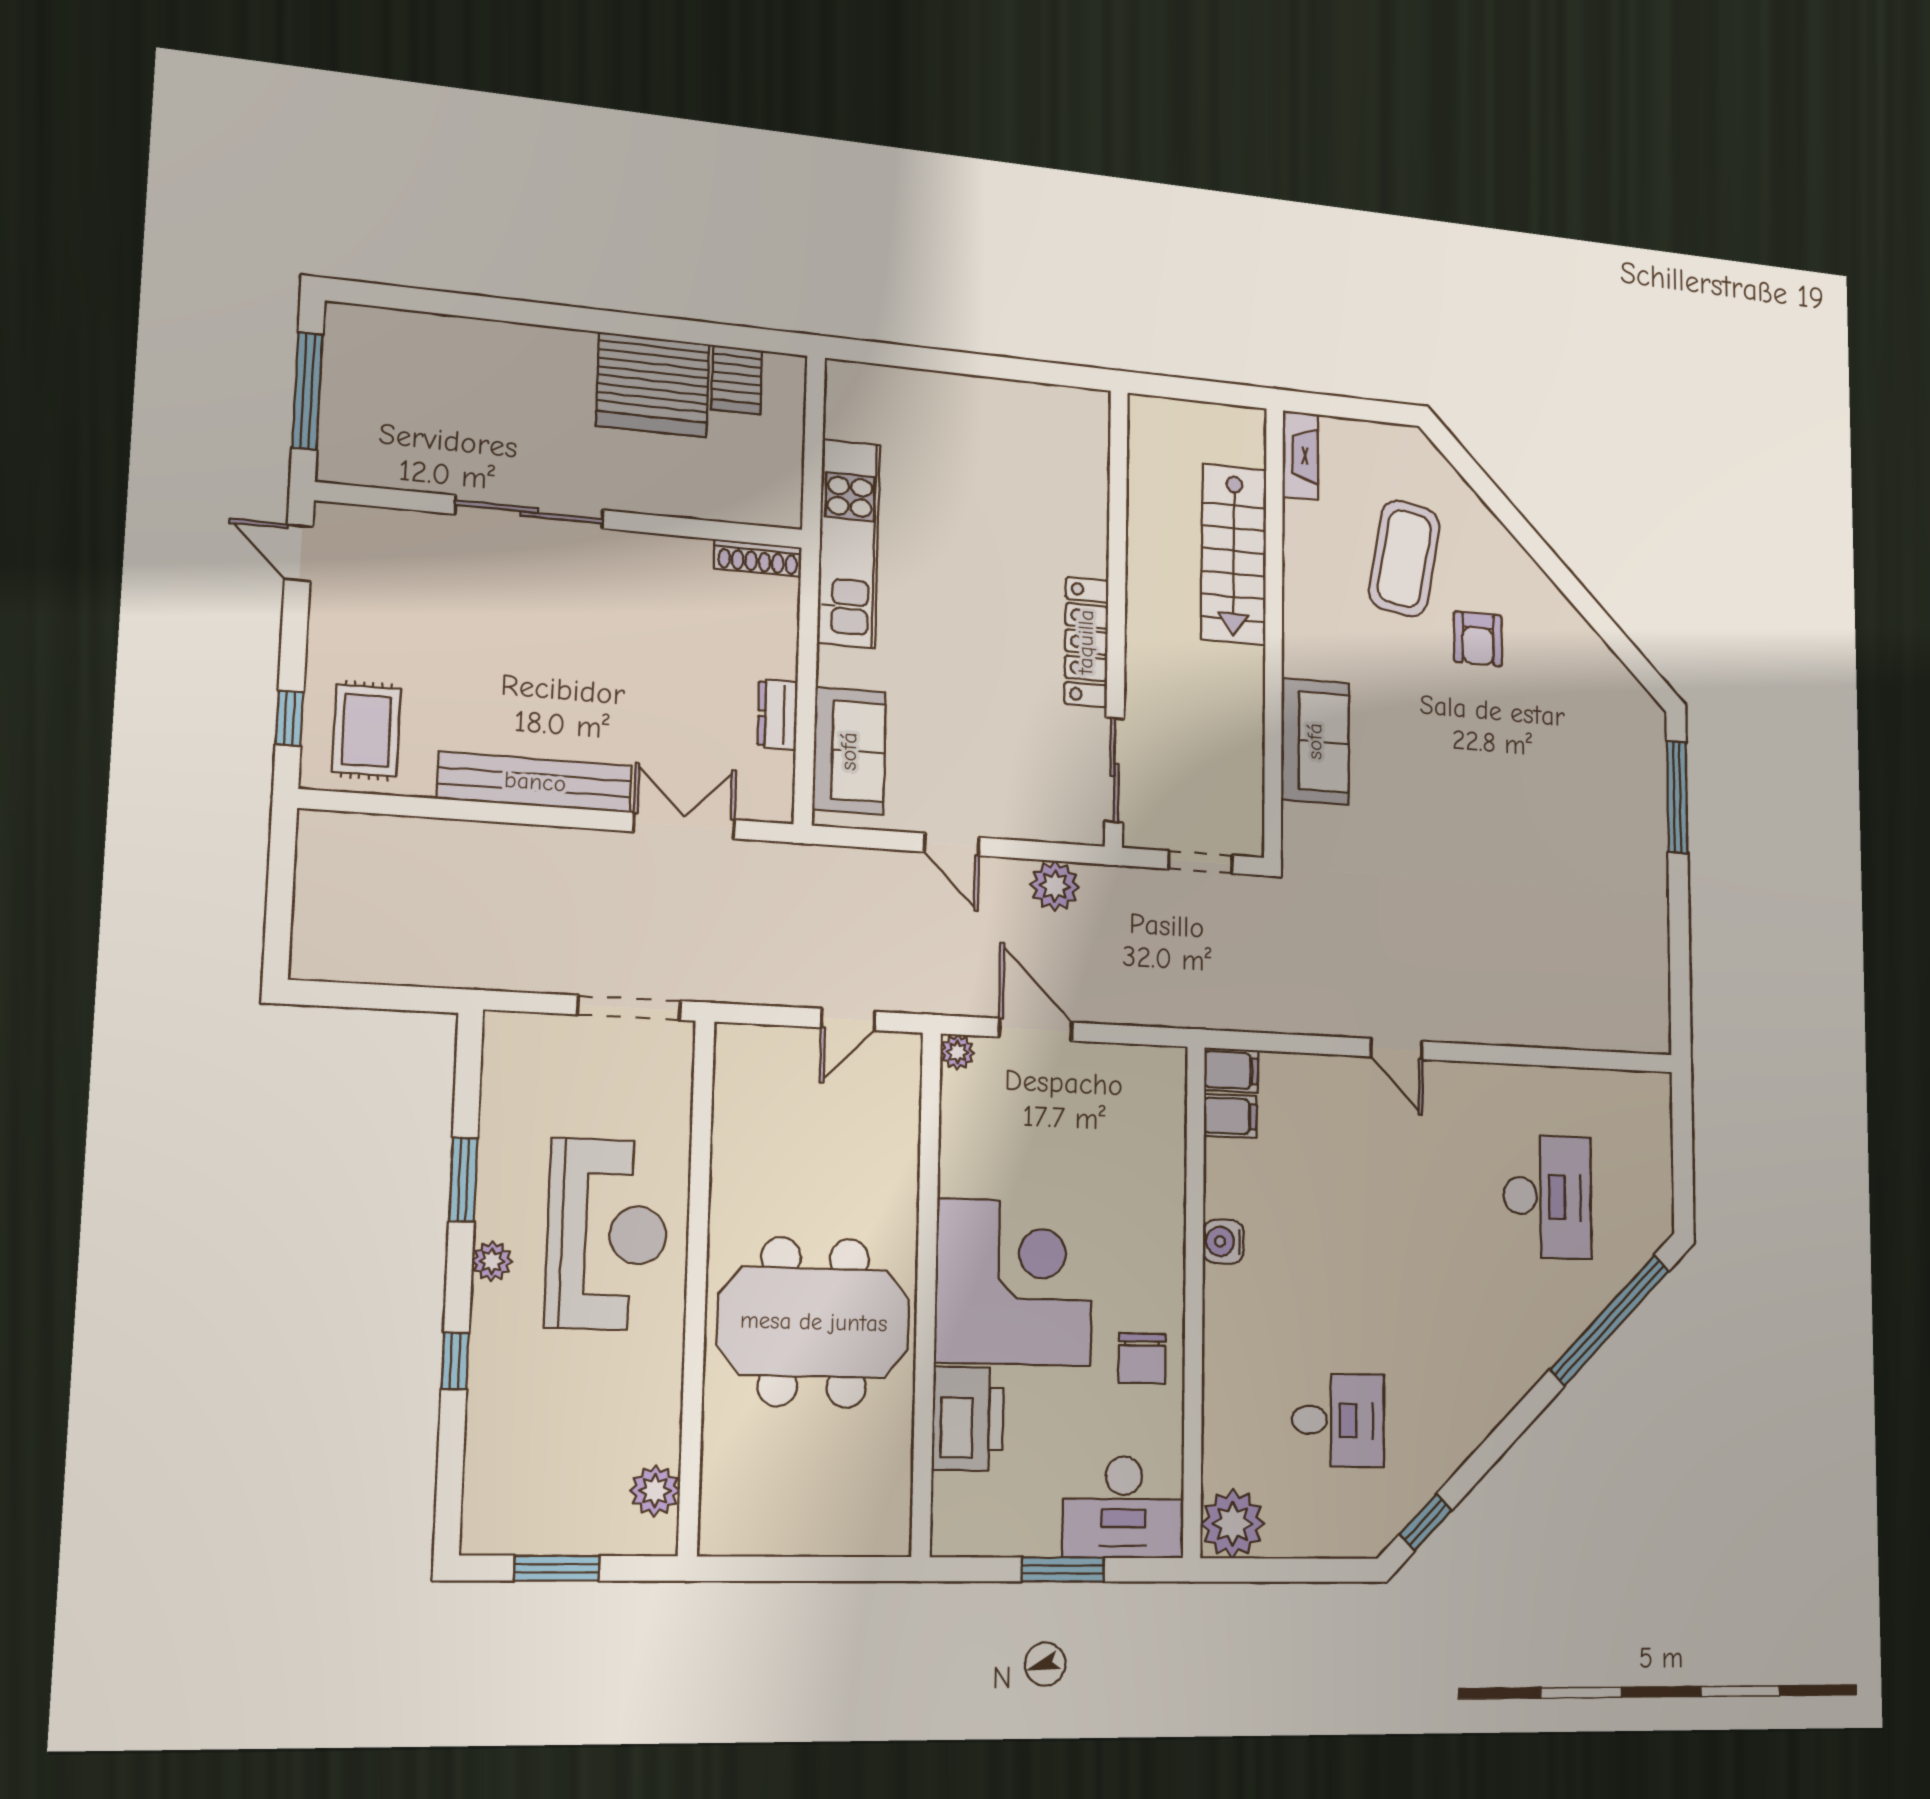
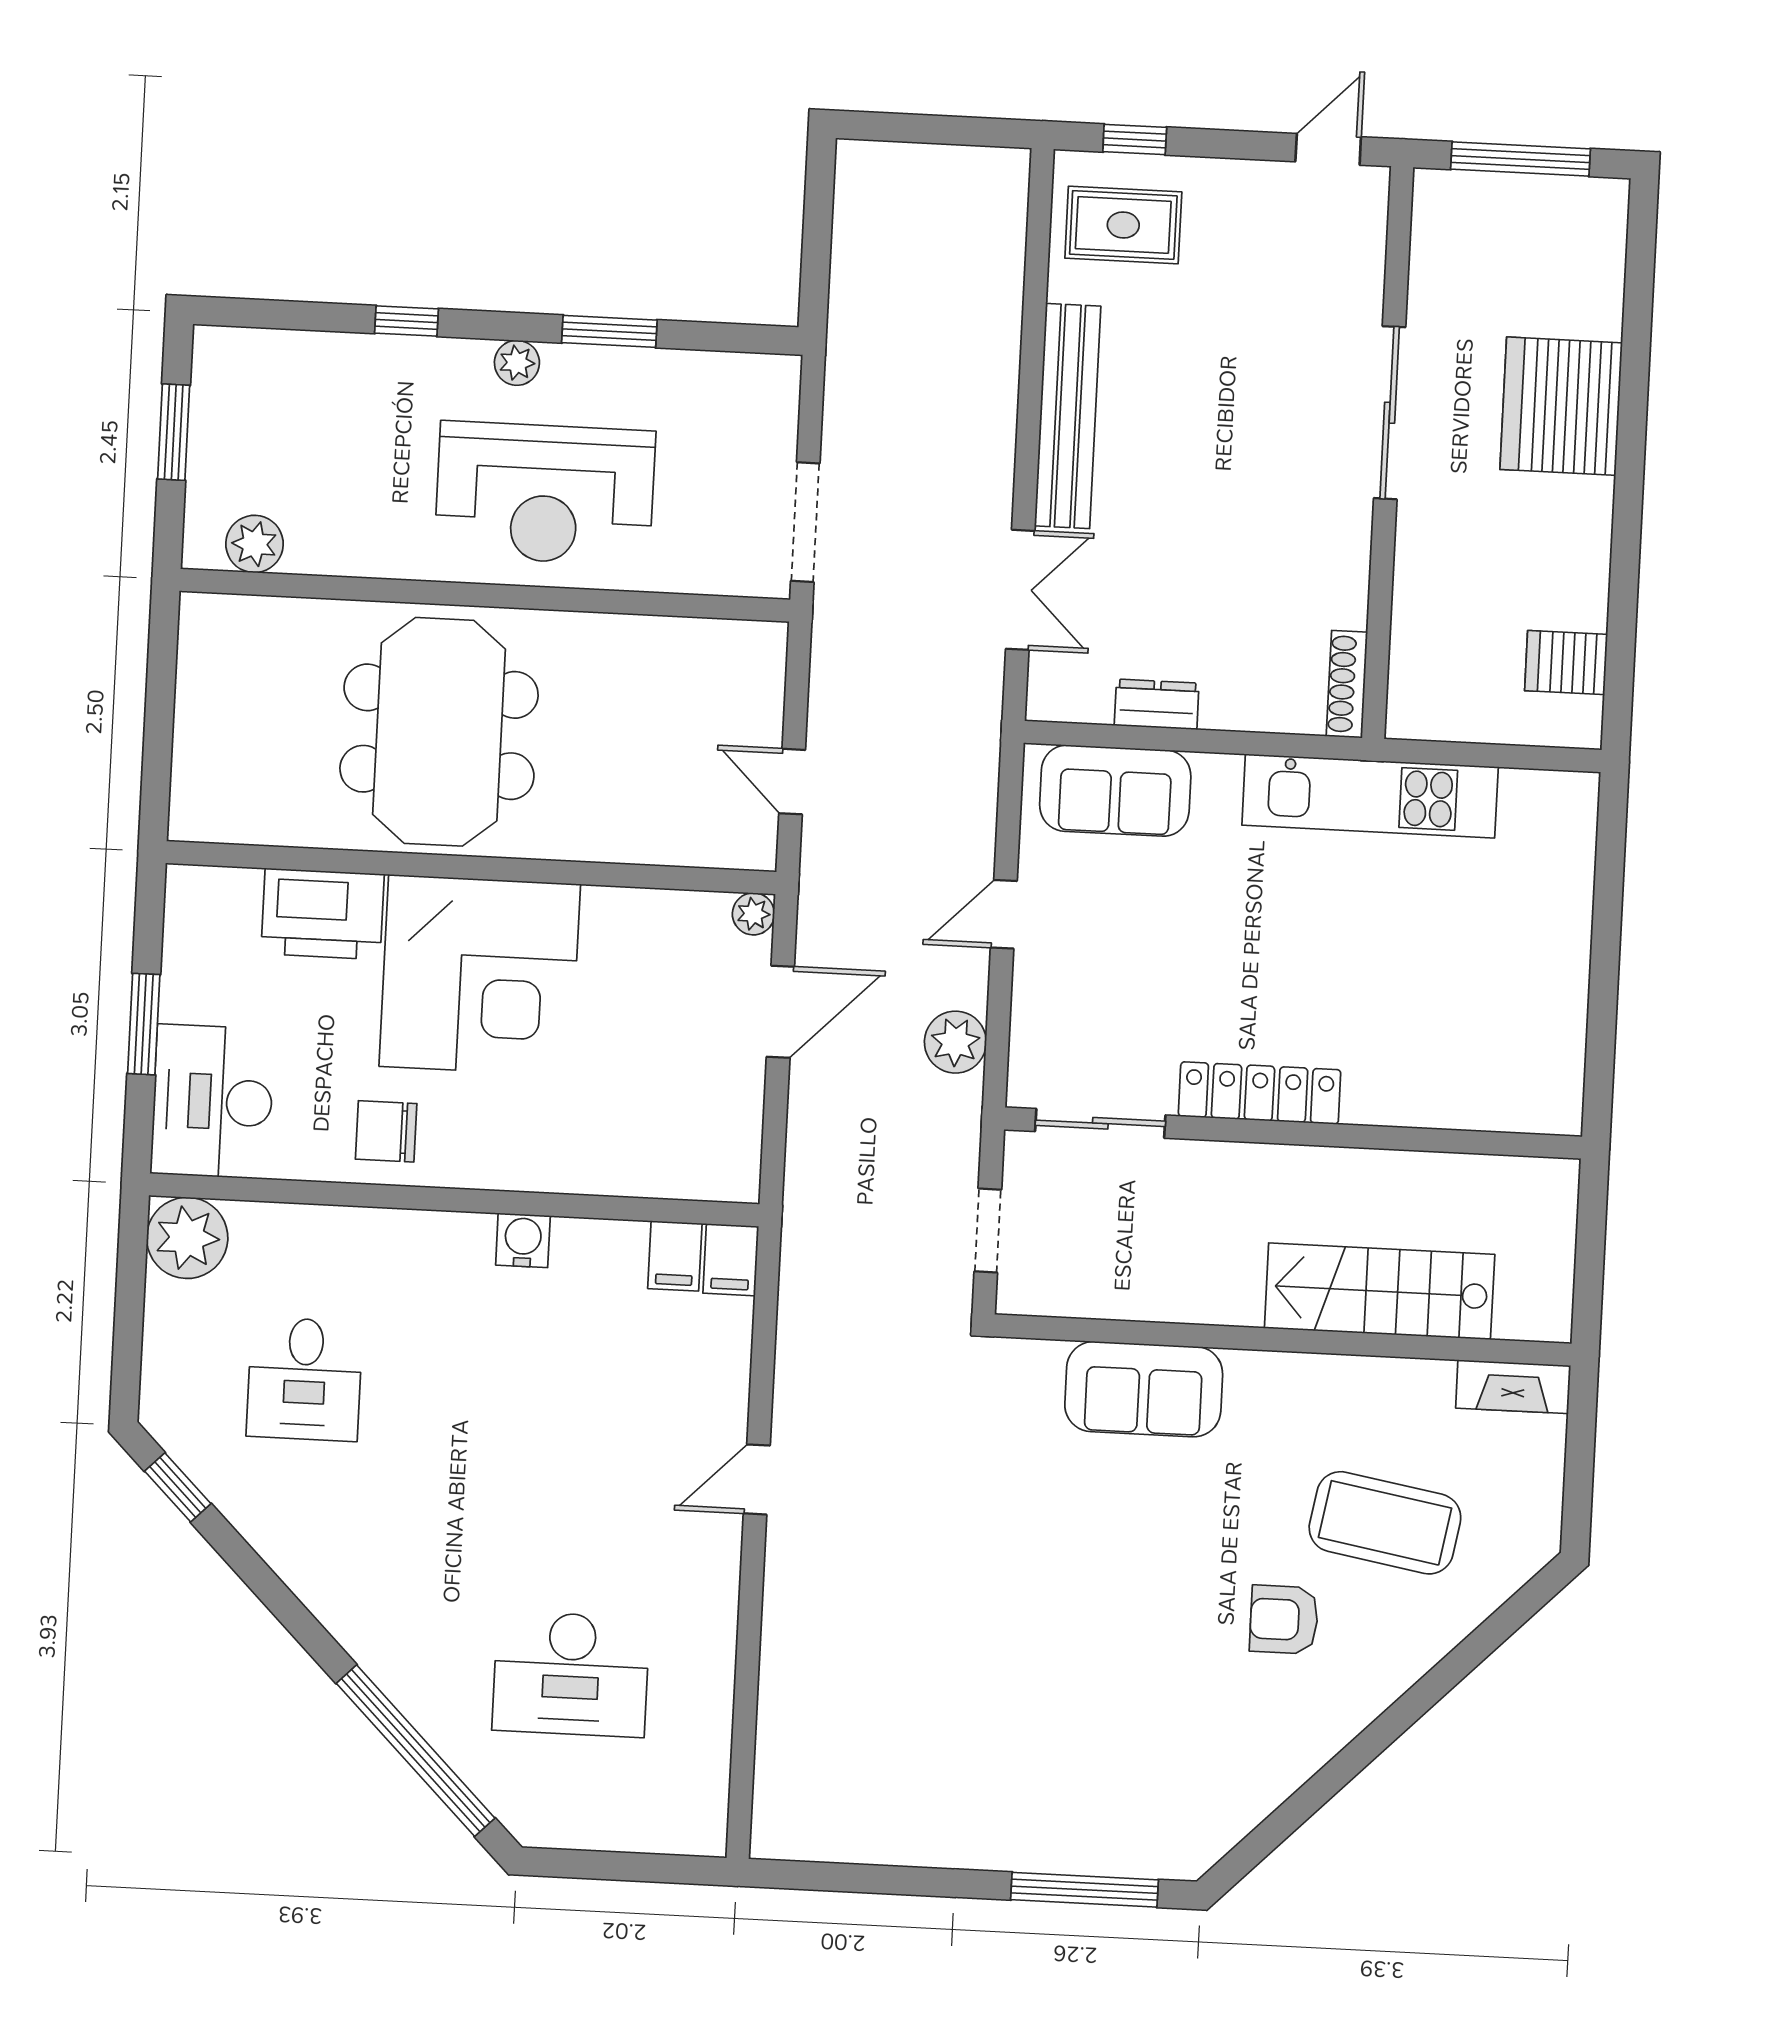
server rack: (653, 385) -> (1561, 406), moved

